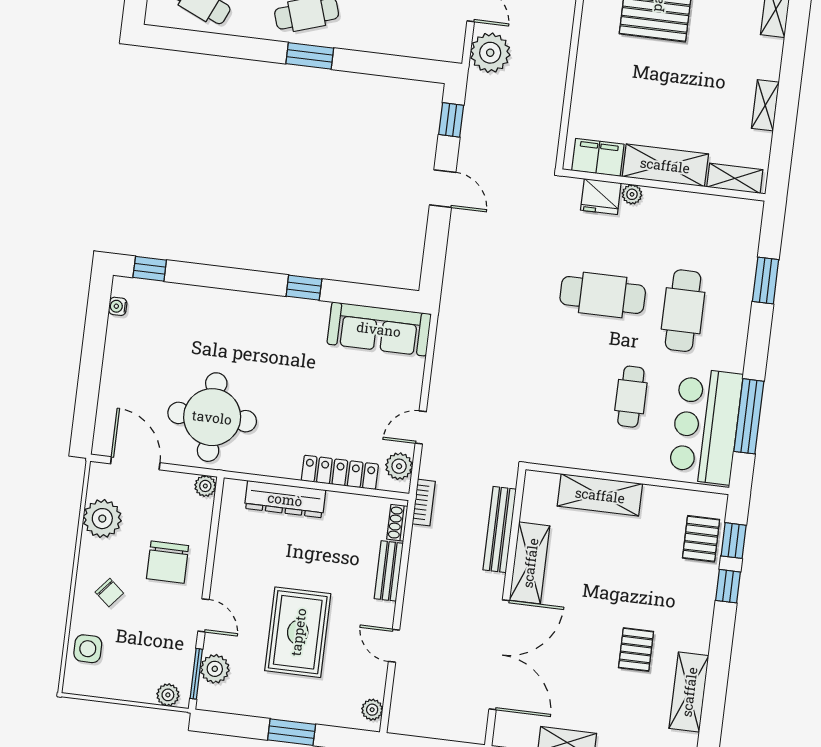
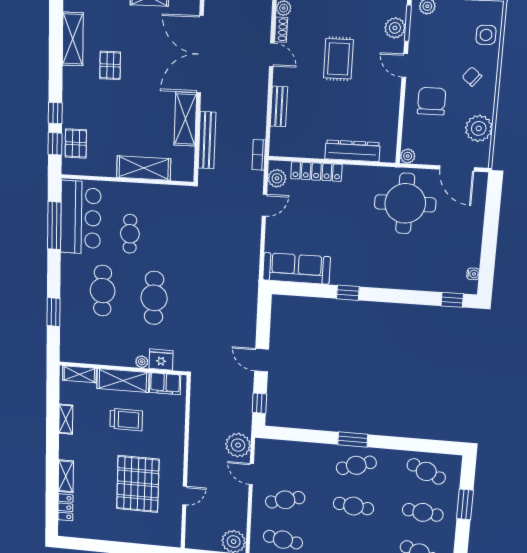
trolley: (666, 101) -> (126, 420), added
cafe table: (603, 295) -> (154, 298), turned 90
shoe rack: (397, 523) -> (281, 30), moved
rug: (298, 632) -> (338, 59), width x0.73, depth x0.70

